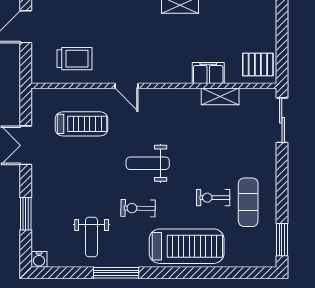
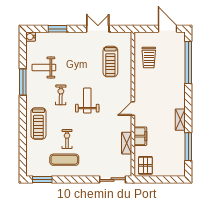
door: (127, 86) -> (133, 108), moved
treadmill: (187, 246) -> (38, 123), width x0.73, depth x0.73

